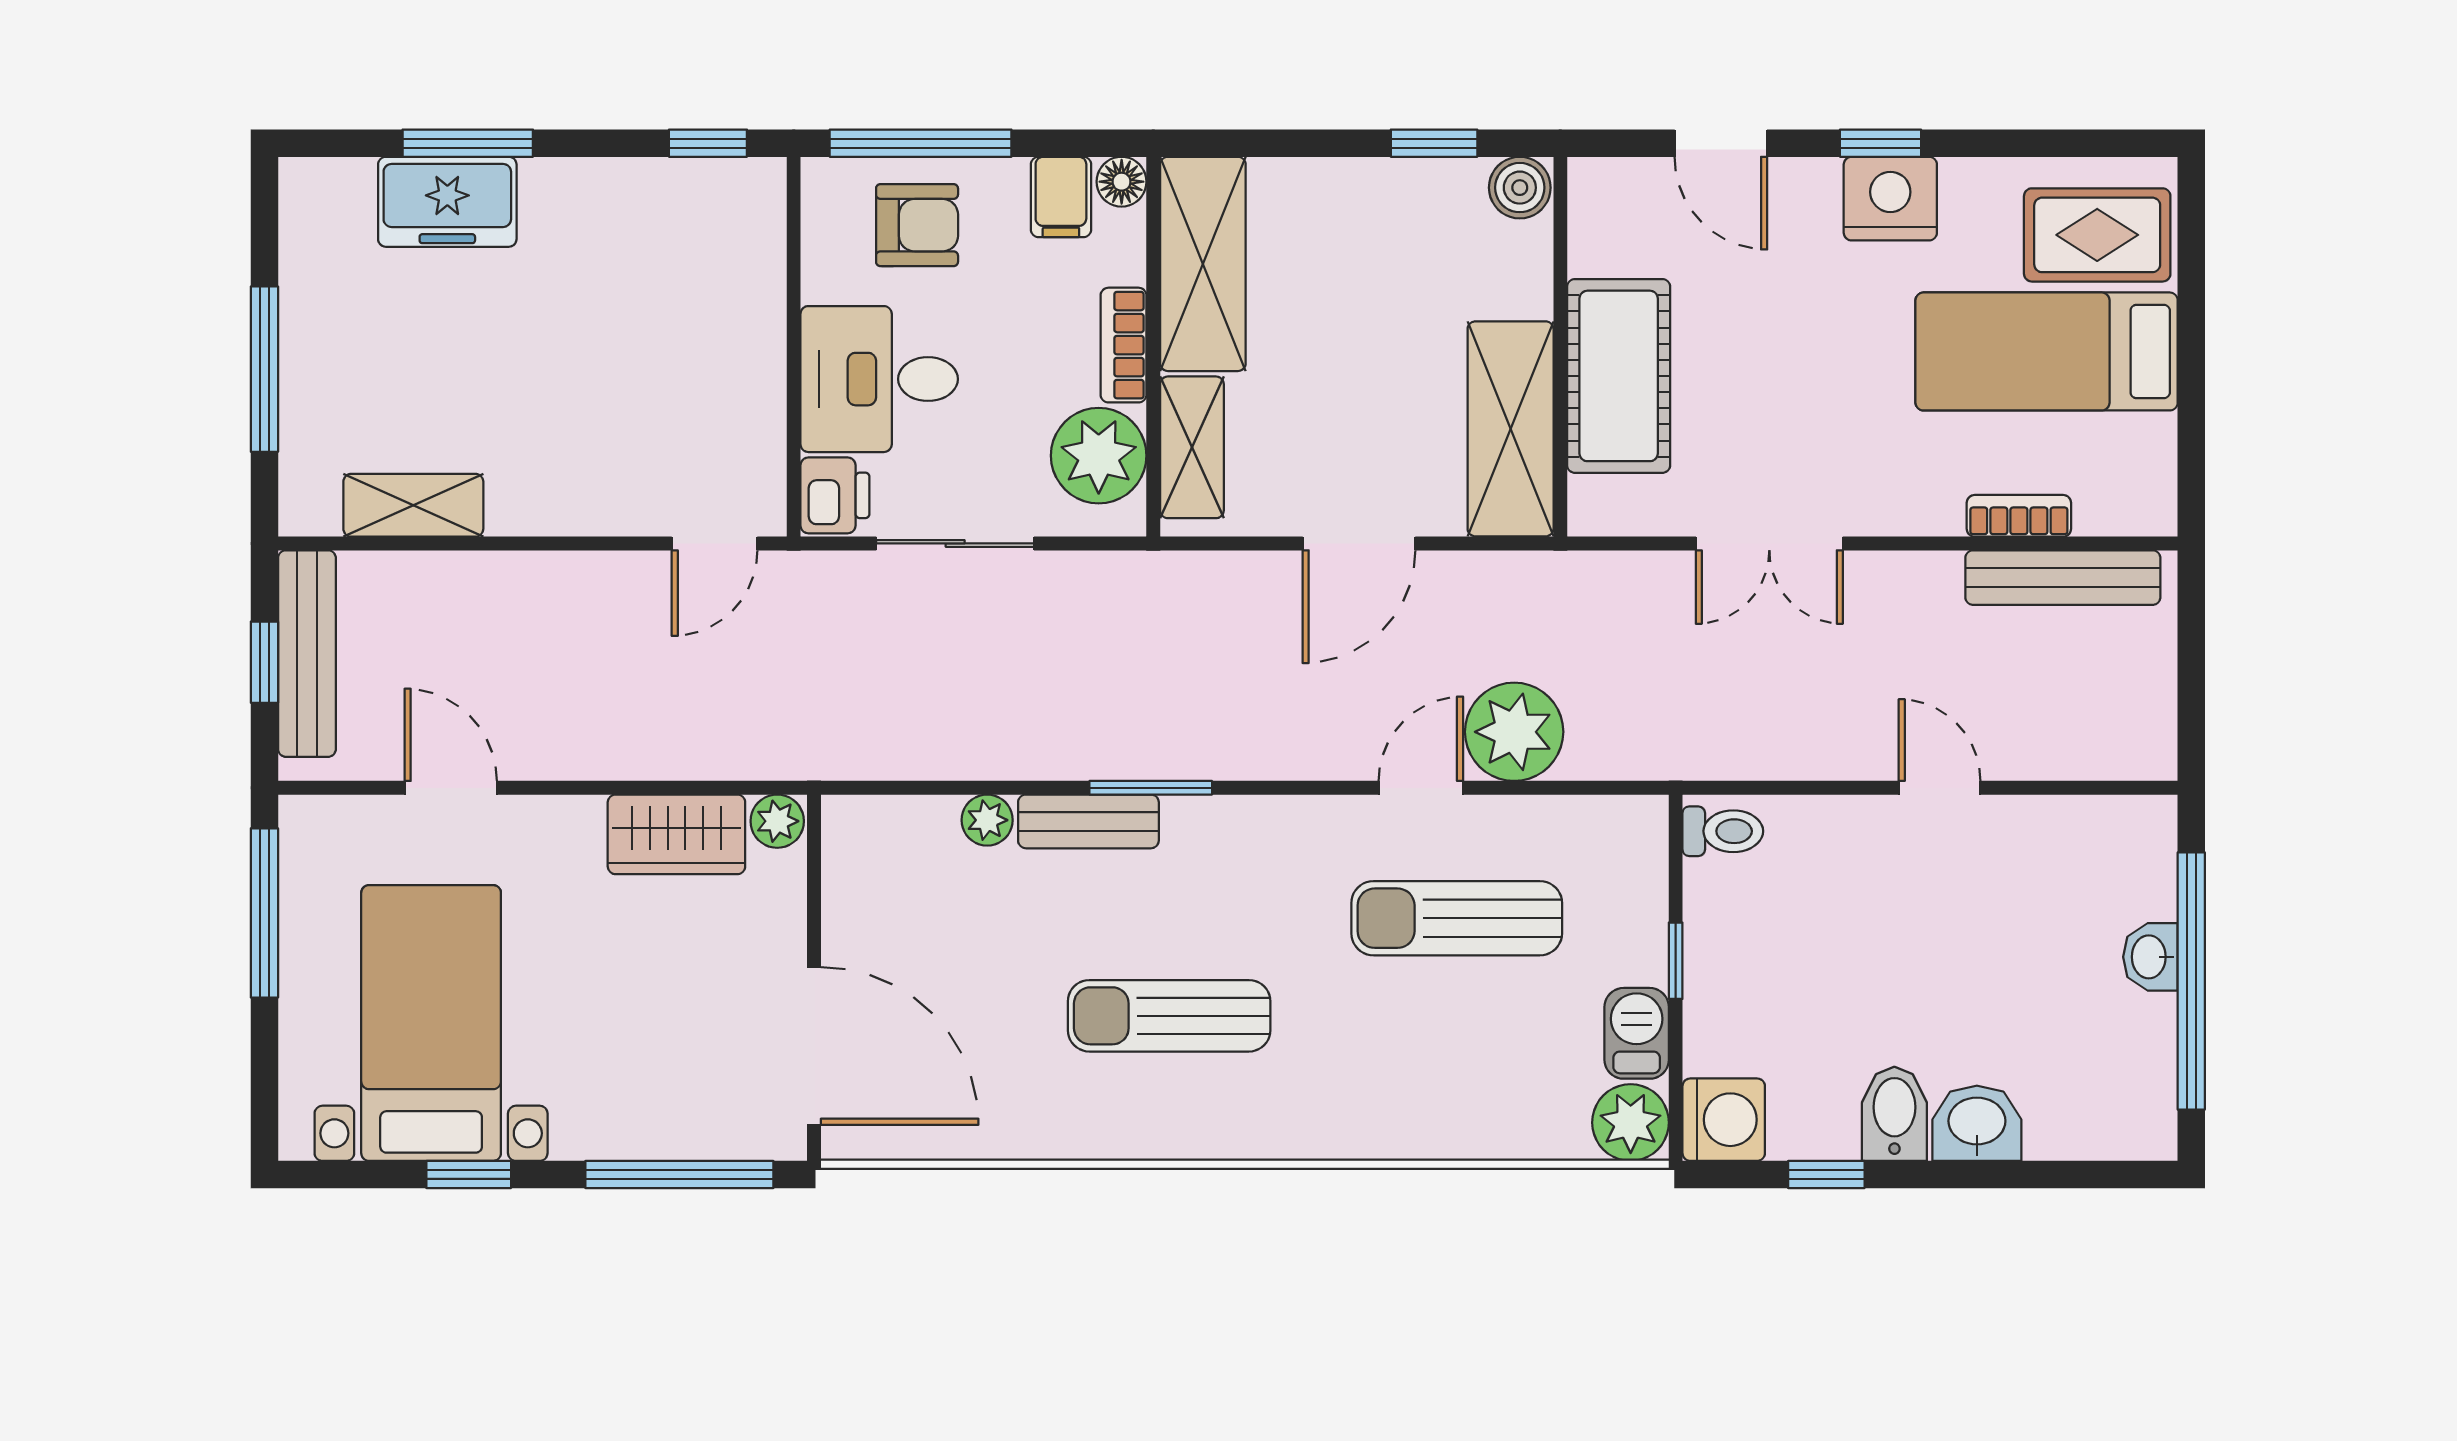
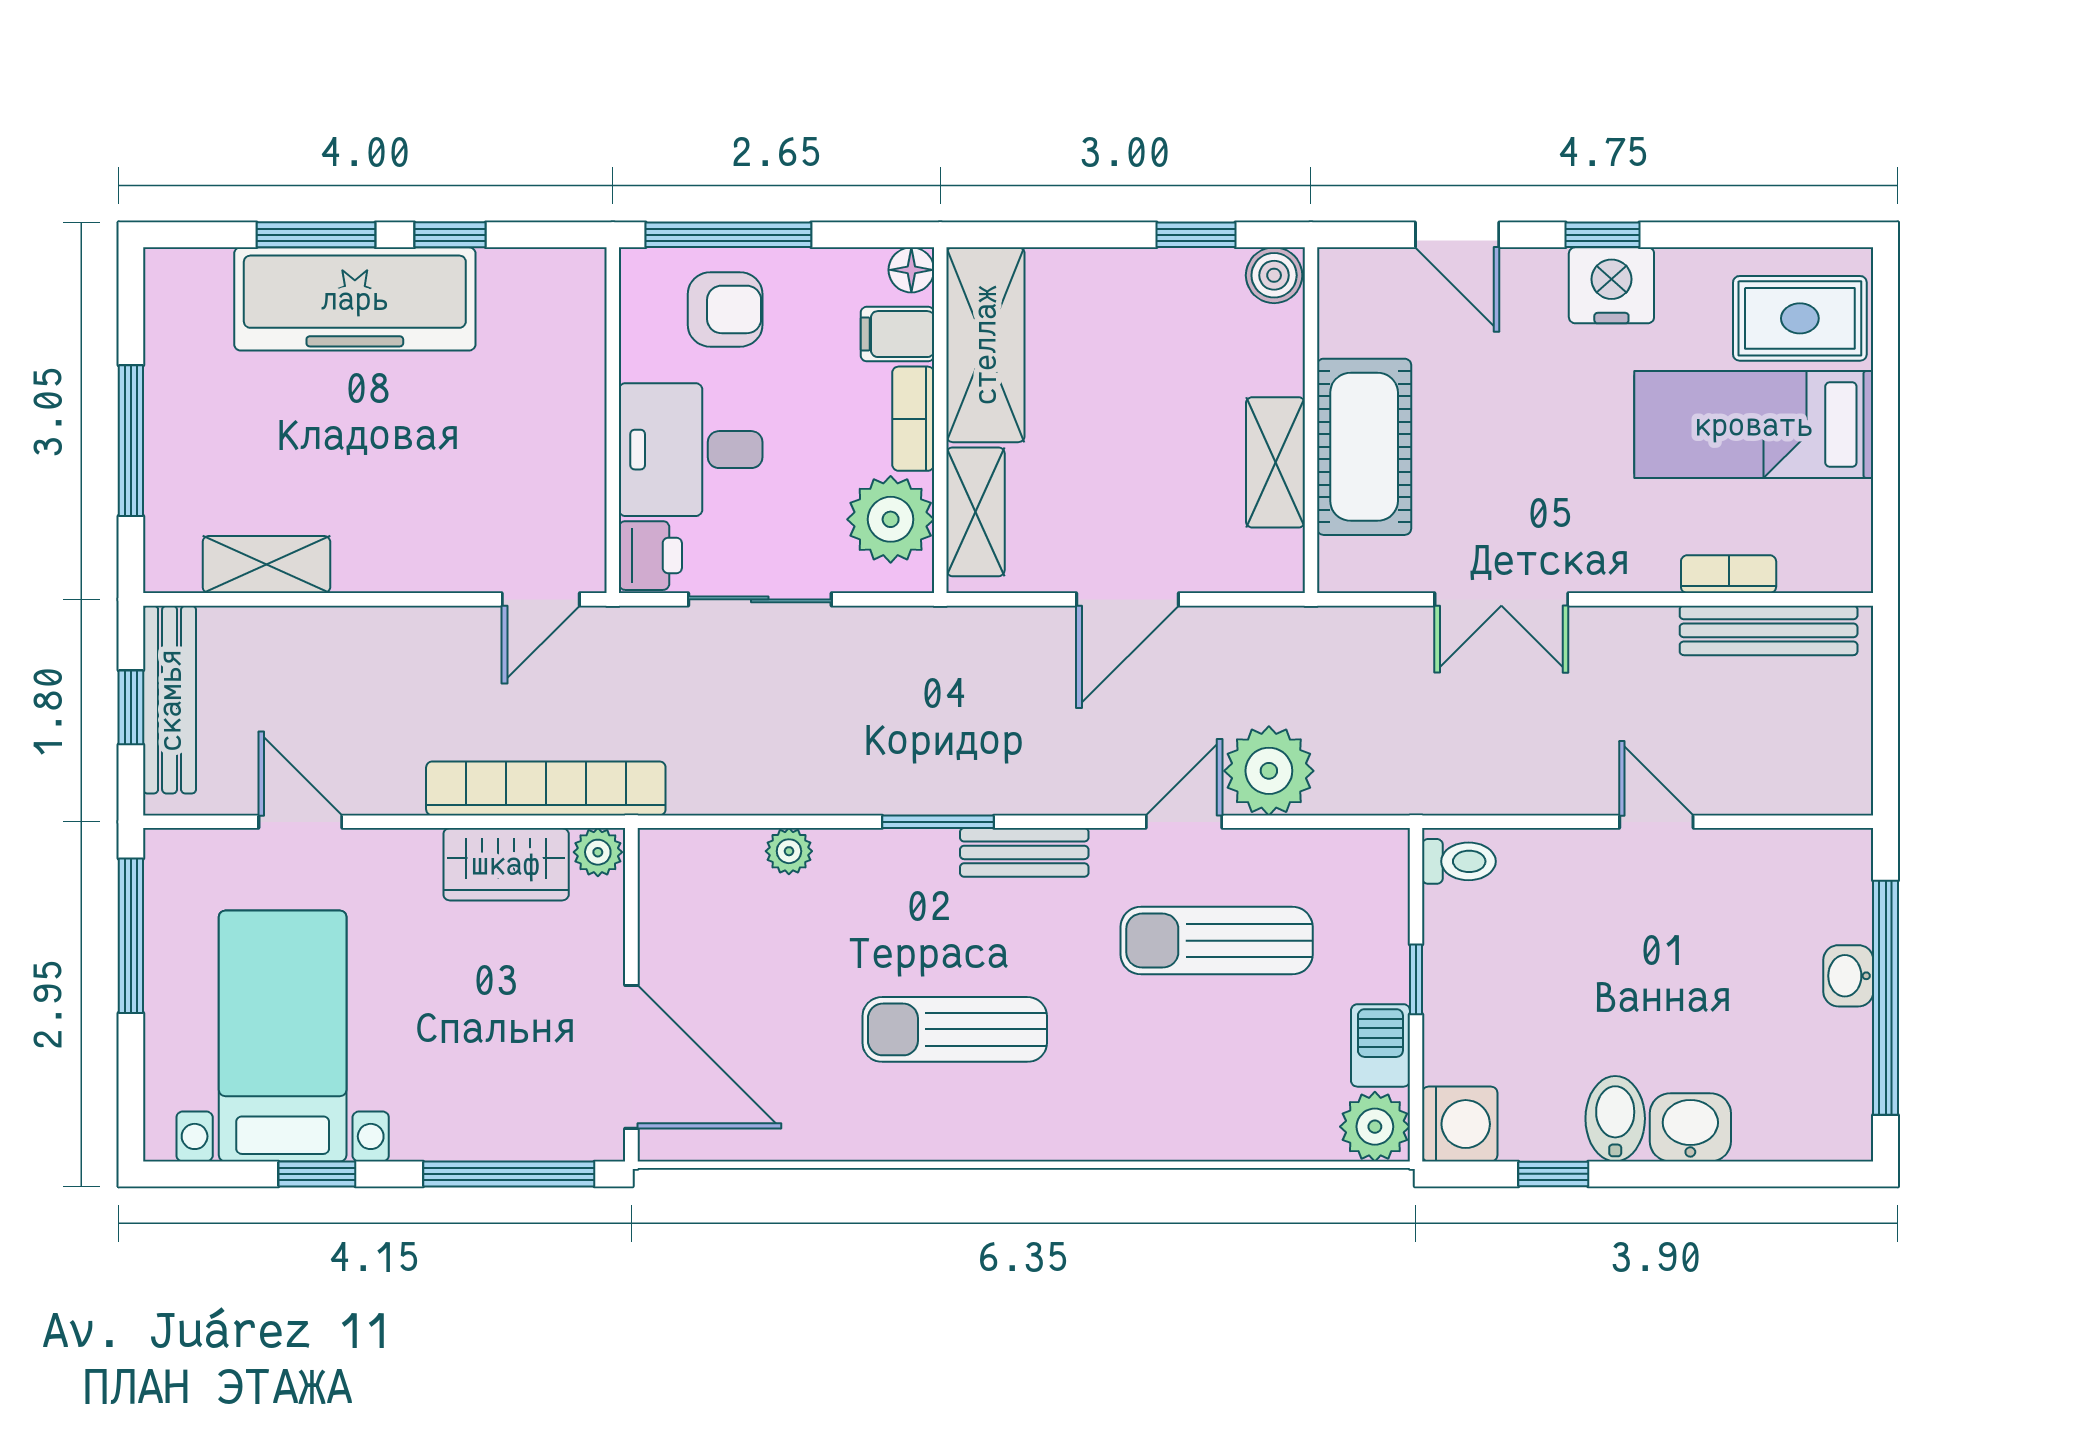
window: (708, 143) -> (450, 235), moved
filing cabinet: (1061, 197) -> (897, 334), moved, turned 90
freezer: (447, 202) -> (355, 299), width x1.91, depth x1.26
shelving: (1511, 429) -> (1275, 462), width x0.67, depth x0.75
bookcase: (720, 751) -> (546, 788), added
bench: (1088, 821) -> (1024, 852), moved

